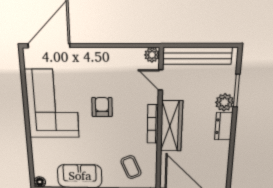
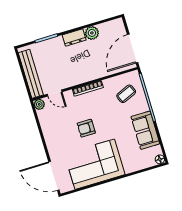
door: (161, 80) -> (55, 93), hinge flipped
plant: (225, 102) -> (92, 33), moved
wardrobe: (171, 126) -> (85, 75), removed

